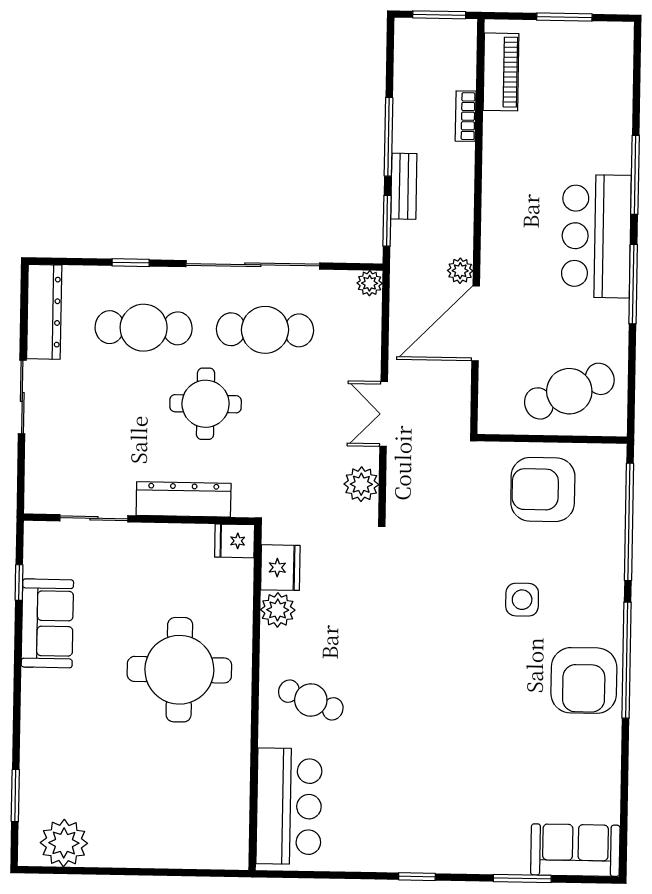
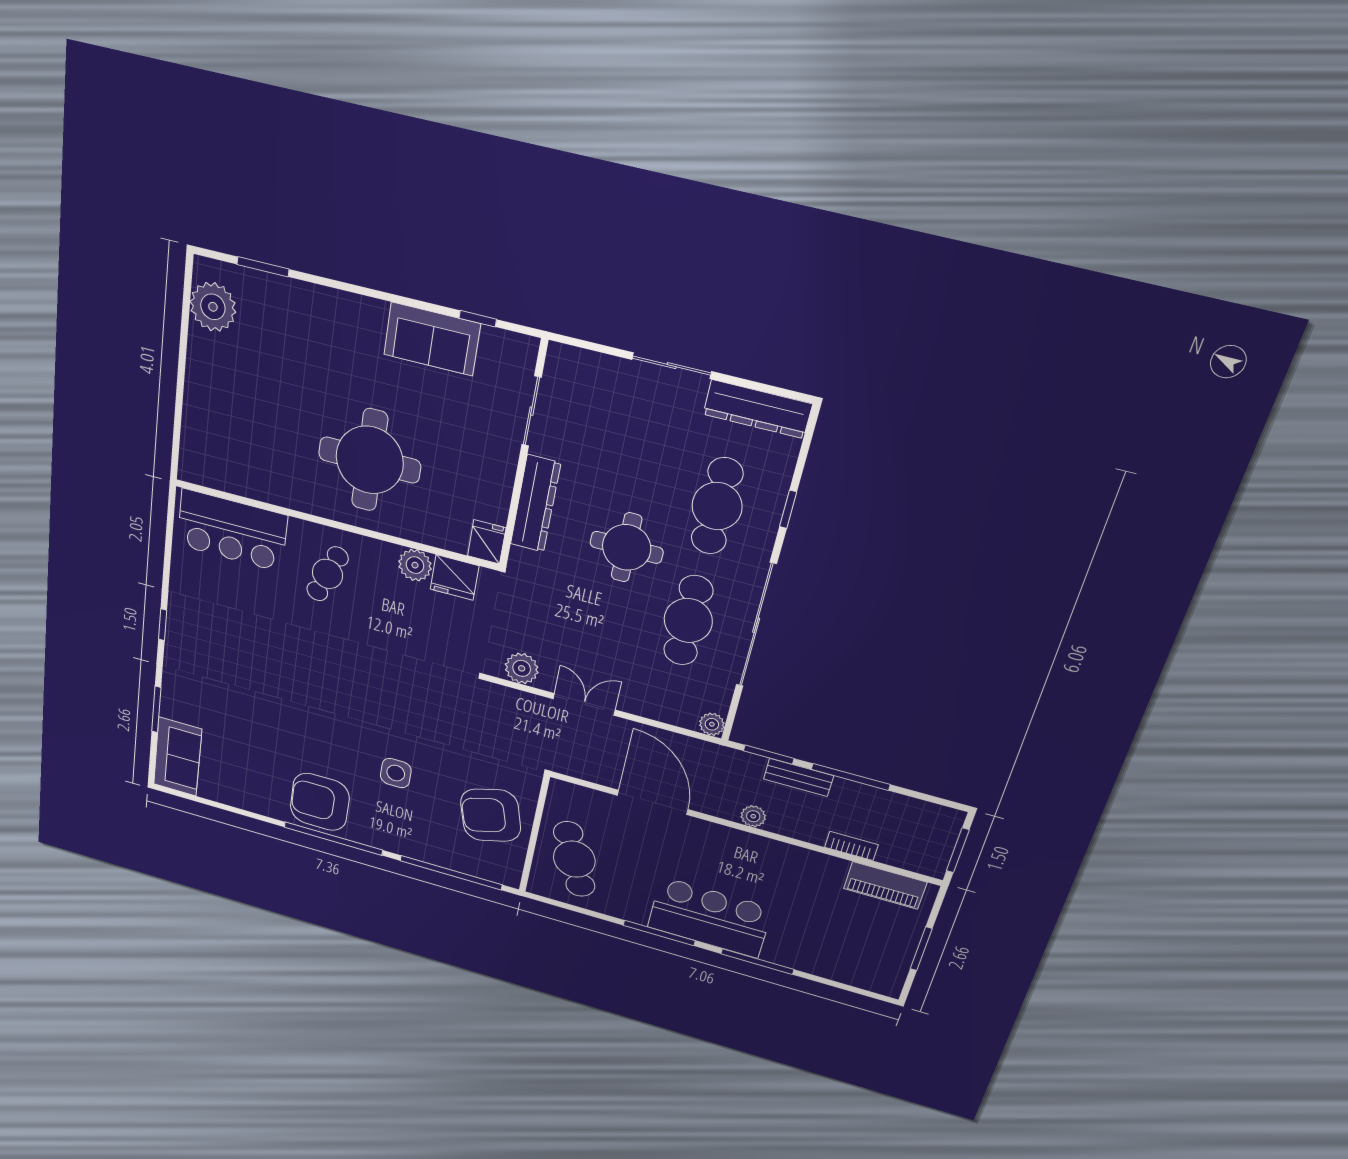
plant: (460, 271) -> (753, 816), moved
armchair: (543, 489) -> (491, 815), turned -106

